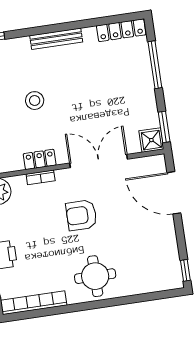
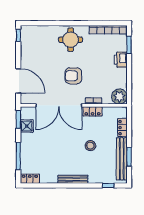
locker: (121, 30) -> (30, 179), width x0.66
shower: (151, 140) -> (27, 126), moved
double door: (99, 161) -> (59, 105), width x1.36
armchair: (81, 215) -> (73, 76), turned 180

